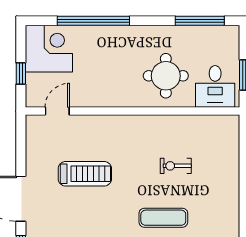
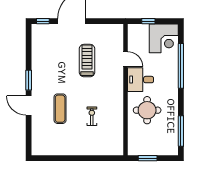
desk: (215, 86) -> (141, 80), moved
door: (57, 111) -> (126, 59), moved
treadmill: (85, 174) -> (87, 61), turned 180

